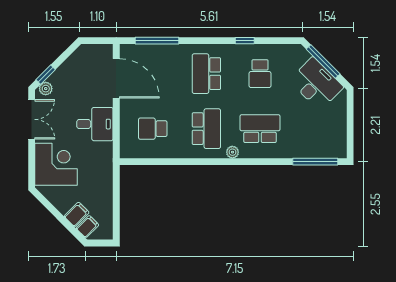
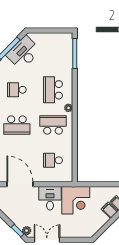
school desk: (260, 74) -> (17, 90), turned 180
door: (116, 78) -> (20, 184), hinge flipped
school desk: (153, 129) -> (53, 160), turned 90
corner desk: (56, 164) -> (76, 200), moved, turned 180

